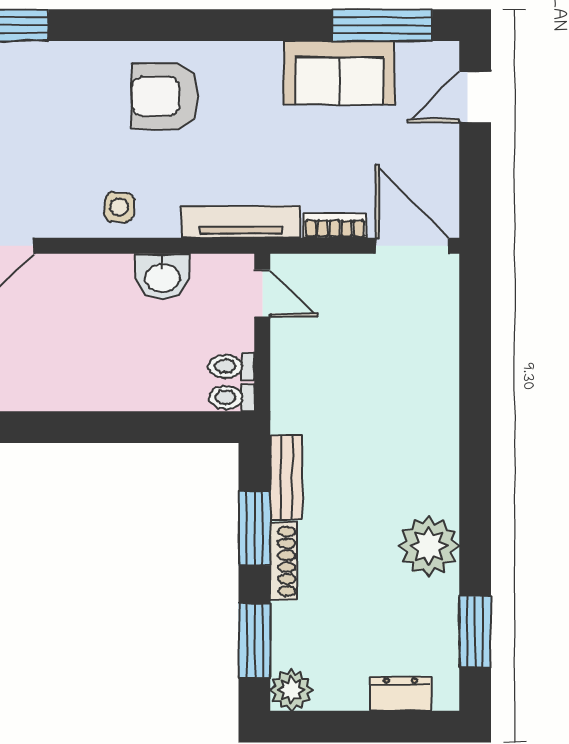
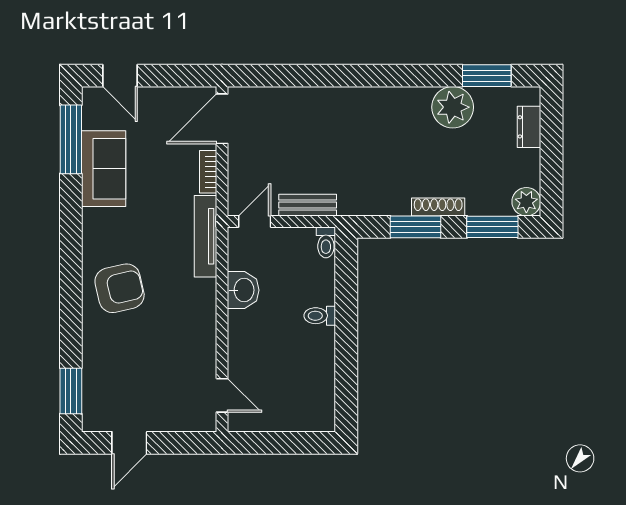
armchair: (165, 96) -> (120, 288), turned -103
side table: (119, 207) -> (195, 320), removed
toilet: (232, 366) -> (320, 316), moved, turned 90
bench: (286, 477) -> (308, 205), moved
plant: (429, 546) -> (453, 107), moved

